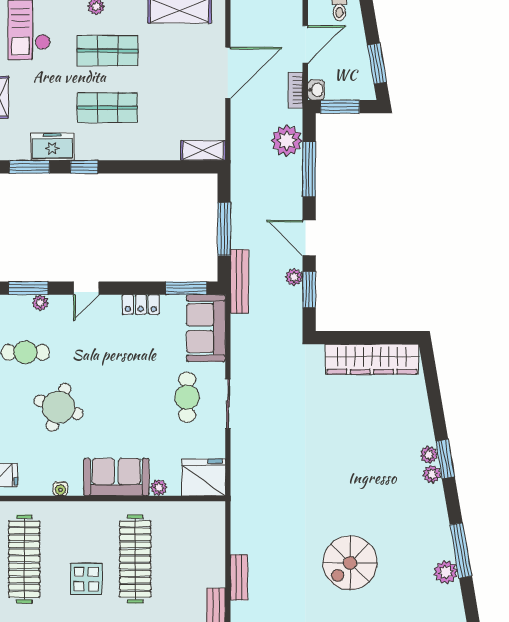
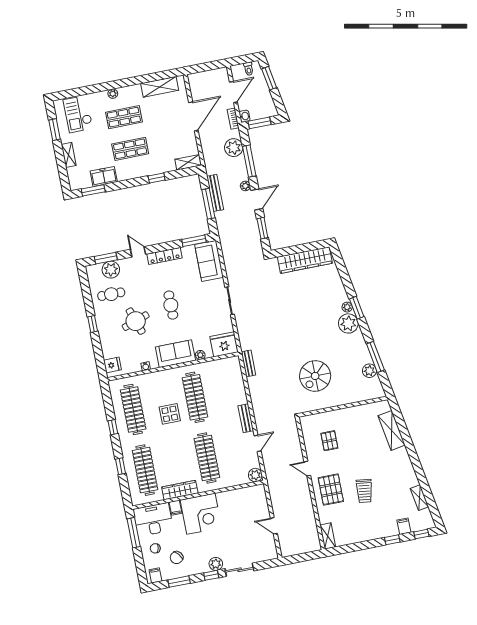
window: (377, 64) -> (269, 78), moved
window: (84, 167) -> (157, 178), moved
door: (309, 238) -> (257, 199), swing flipped
plant: (294, 277) -> (245, 186), moved
bench: (239, 281) -> (215, 193), moved
door: (86, 288) -> (138, 252), swing flipped
plant: (40, 303) -> (111, 270), width x1.88, depth x1.88
locker: (141, 304) -> (164, 256), width x1.53
cafe table: (187, 397) -> (171, 305), moved
round table: (59, 407) -> (136, 321), turned -38
plant: (432, 474) -> (348, 323), width x1.88, depth x1.88
bench: (239, 577) -> (248, 363), moved

